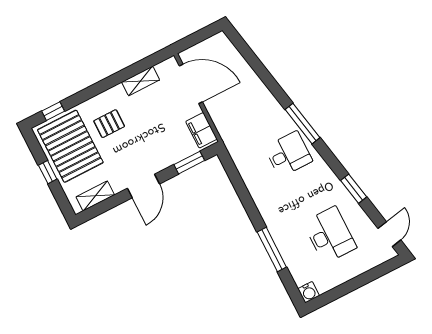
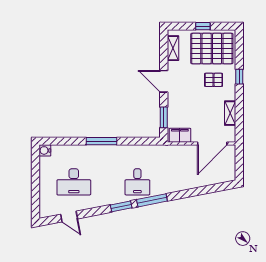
window: (53, 111) -> (239, 77), moved
pallet: (109, 124) -> (214, 80), turned 90
window: (354, 189) -> (121, 206), moved
door: (389, 234) -> (69, 217), moved
window: (272, 249) -> (102, 141), moved

